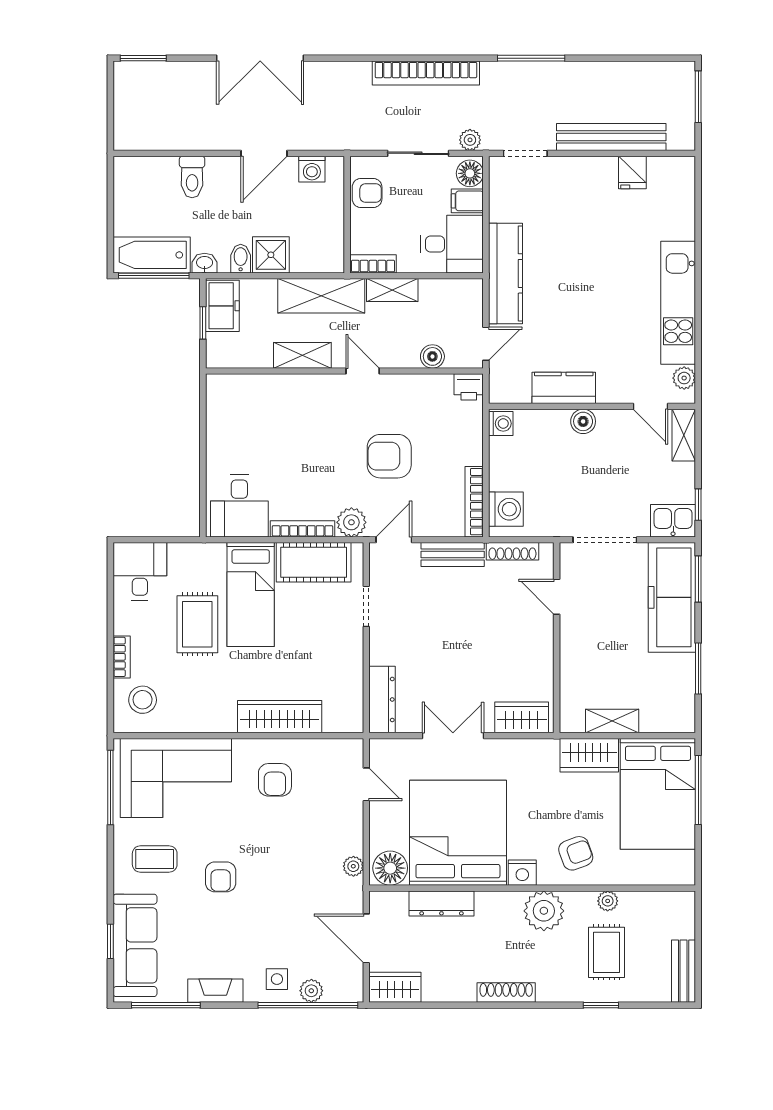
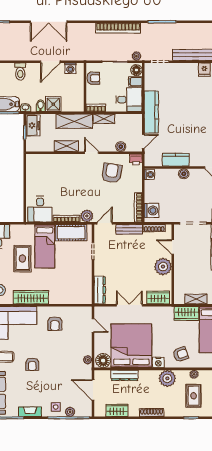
armchair: (389, 456) -> (112, 173), moved, turned 99
plant: (534, 643) -> (163, 267), added
wardrobe: (280, 717) -> (31, 297), moved
wardrobe: (395, 987) -> (117, 410), moved

